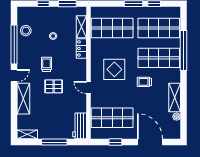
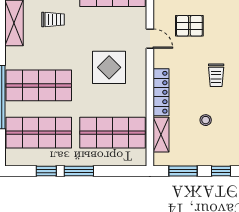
locker: (81, 48) -> (161, 92), width x1.53
trolley: (144, 82) -> (53, 19), moved
pallet: (54, 86) -> (189, 26), moved

